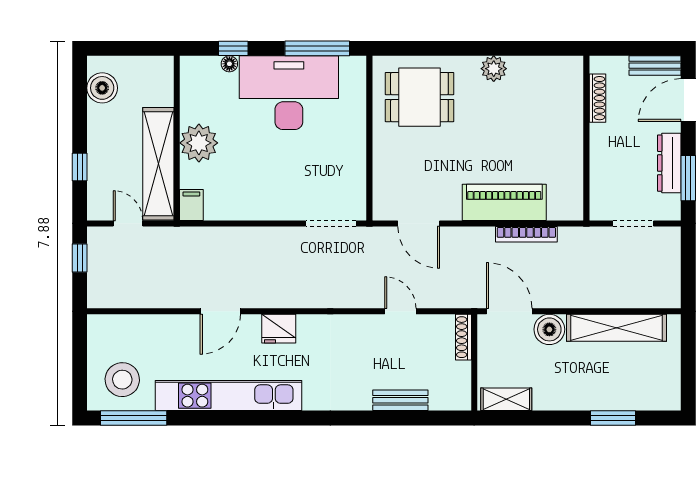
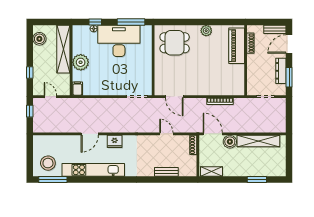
shelving: (158, 164) -> (63, 49), moved
piano: (504, 202) -> (237, 46), moved, turned -90

